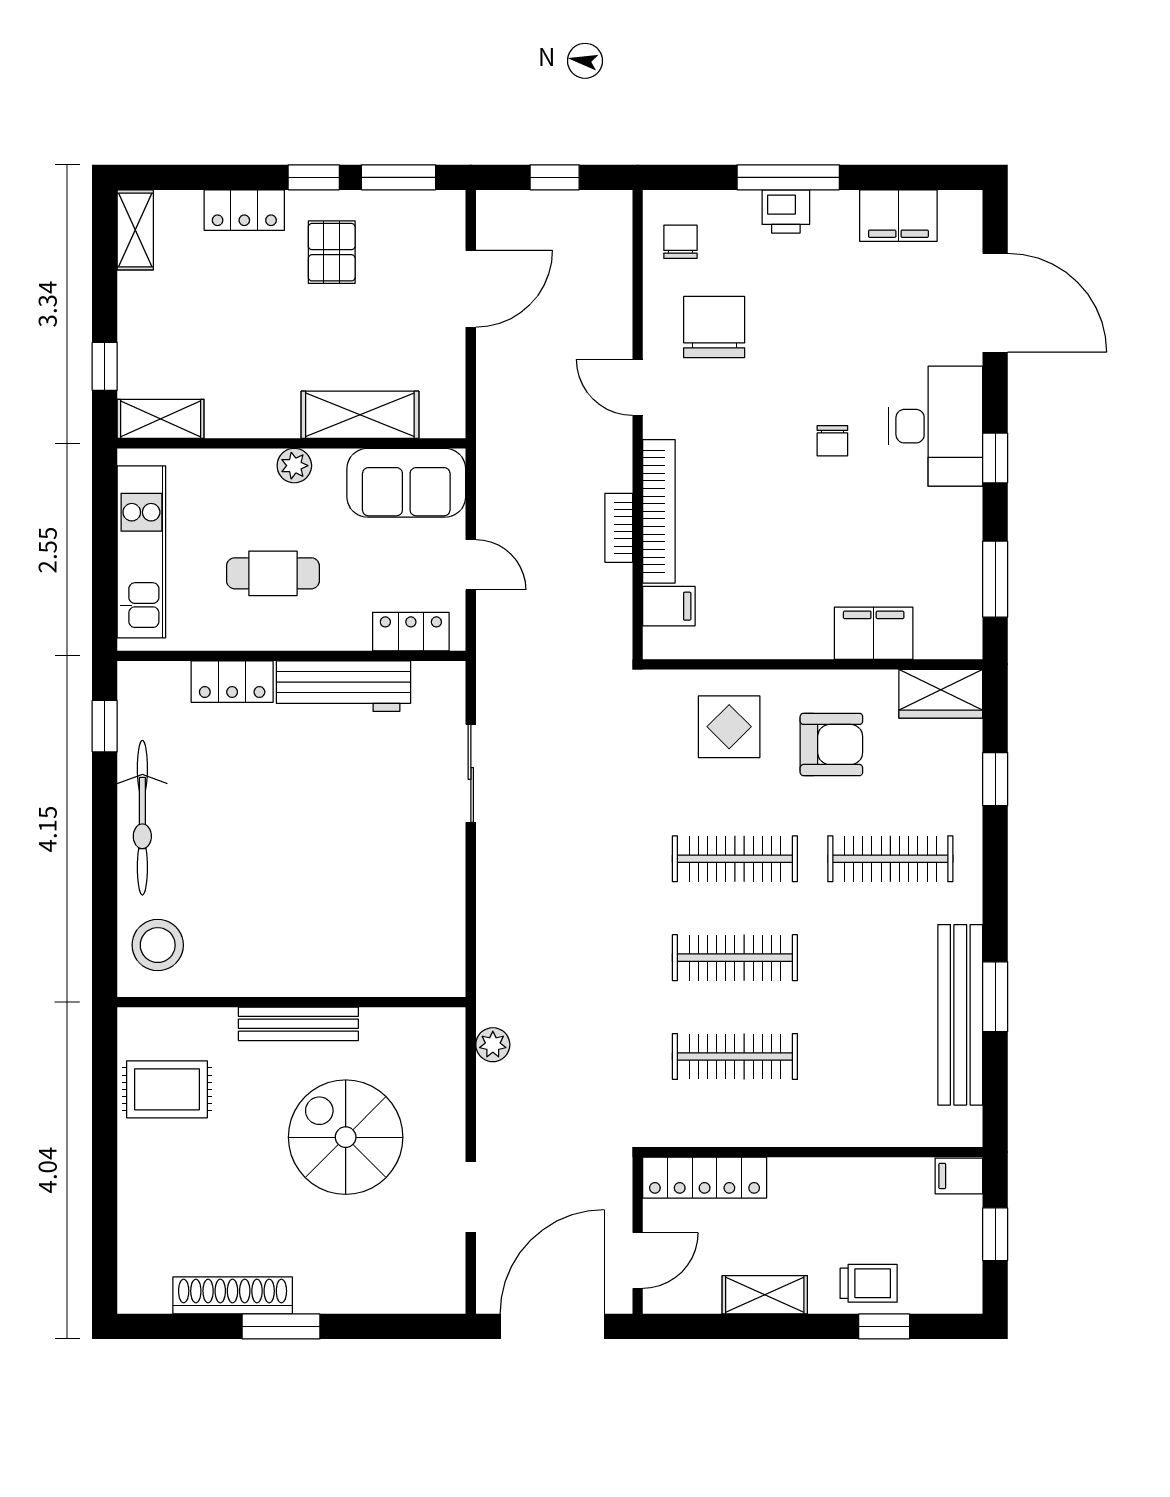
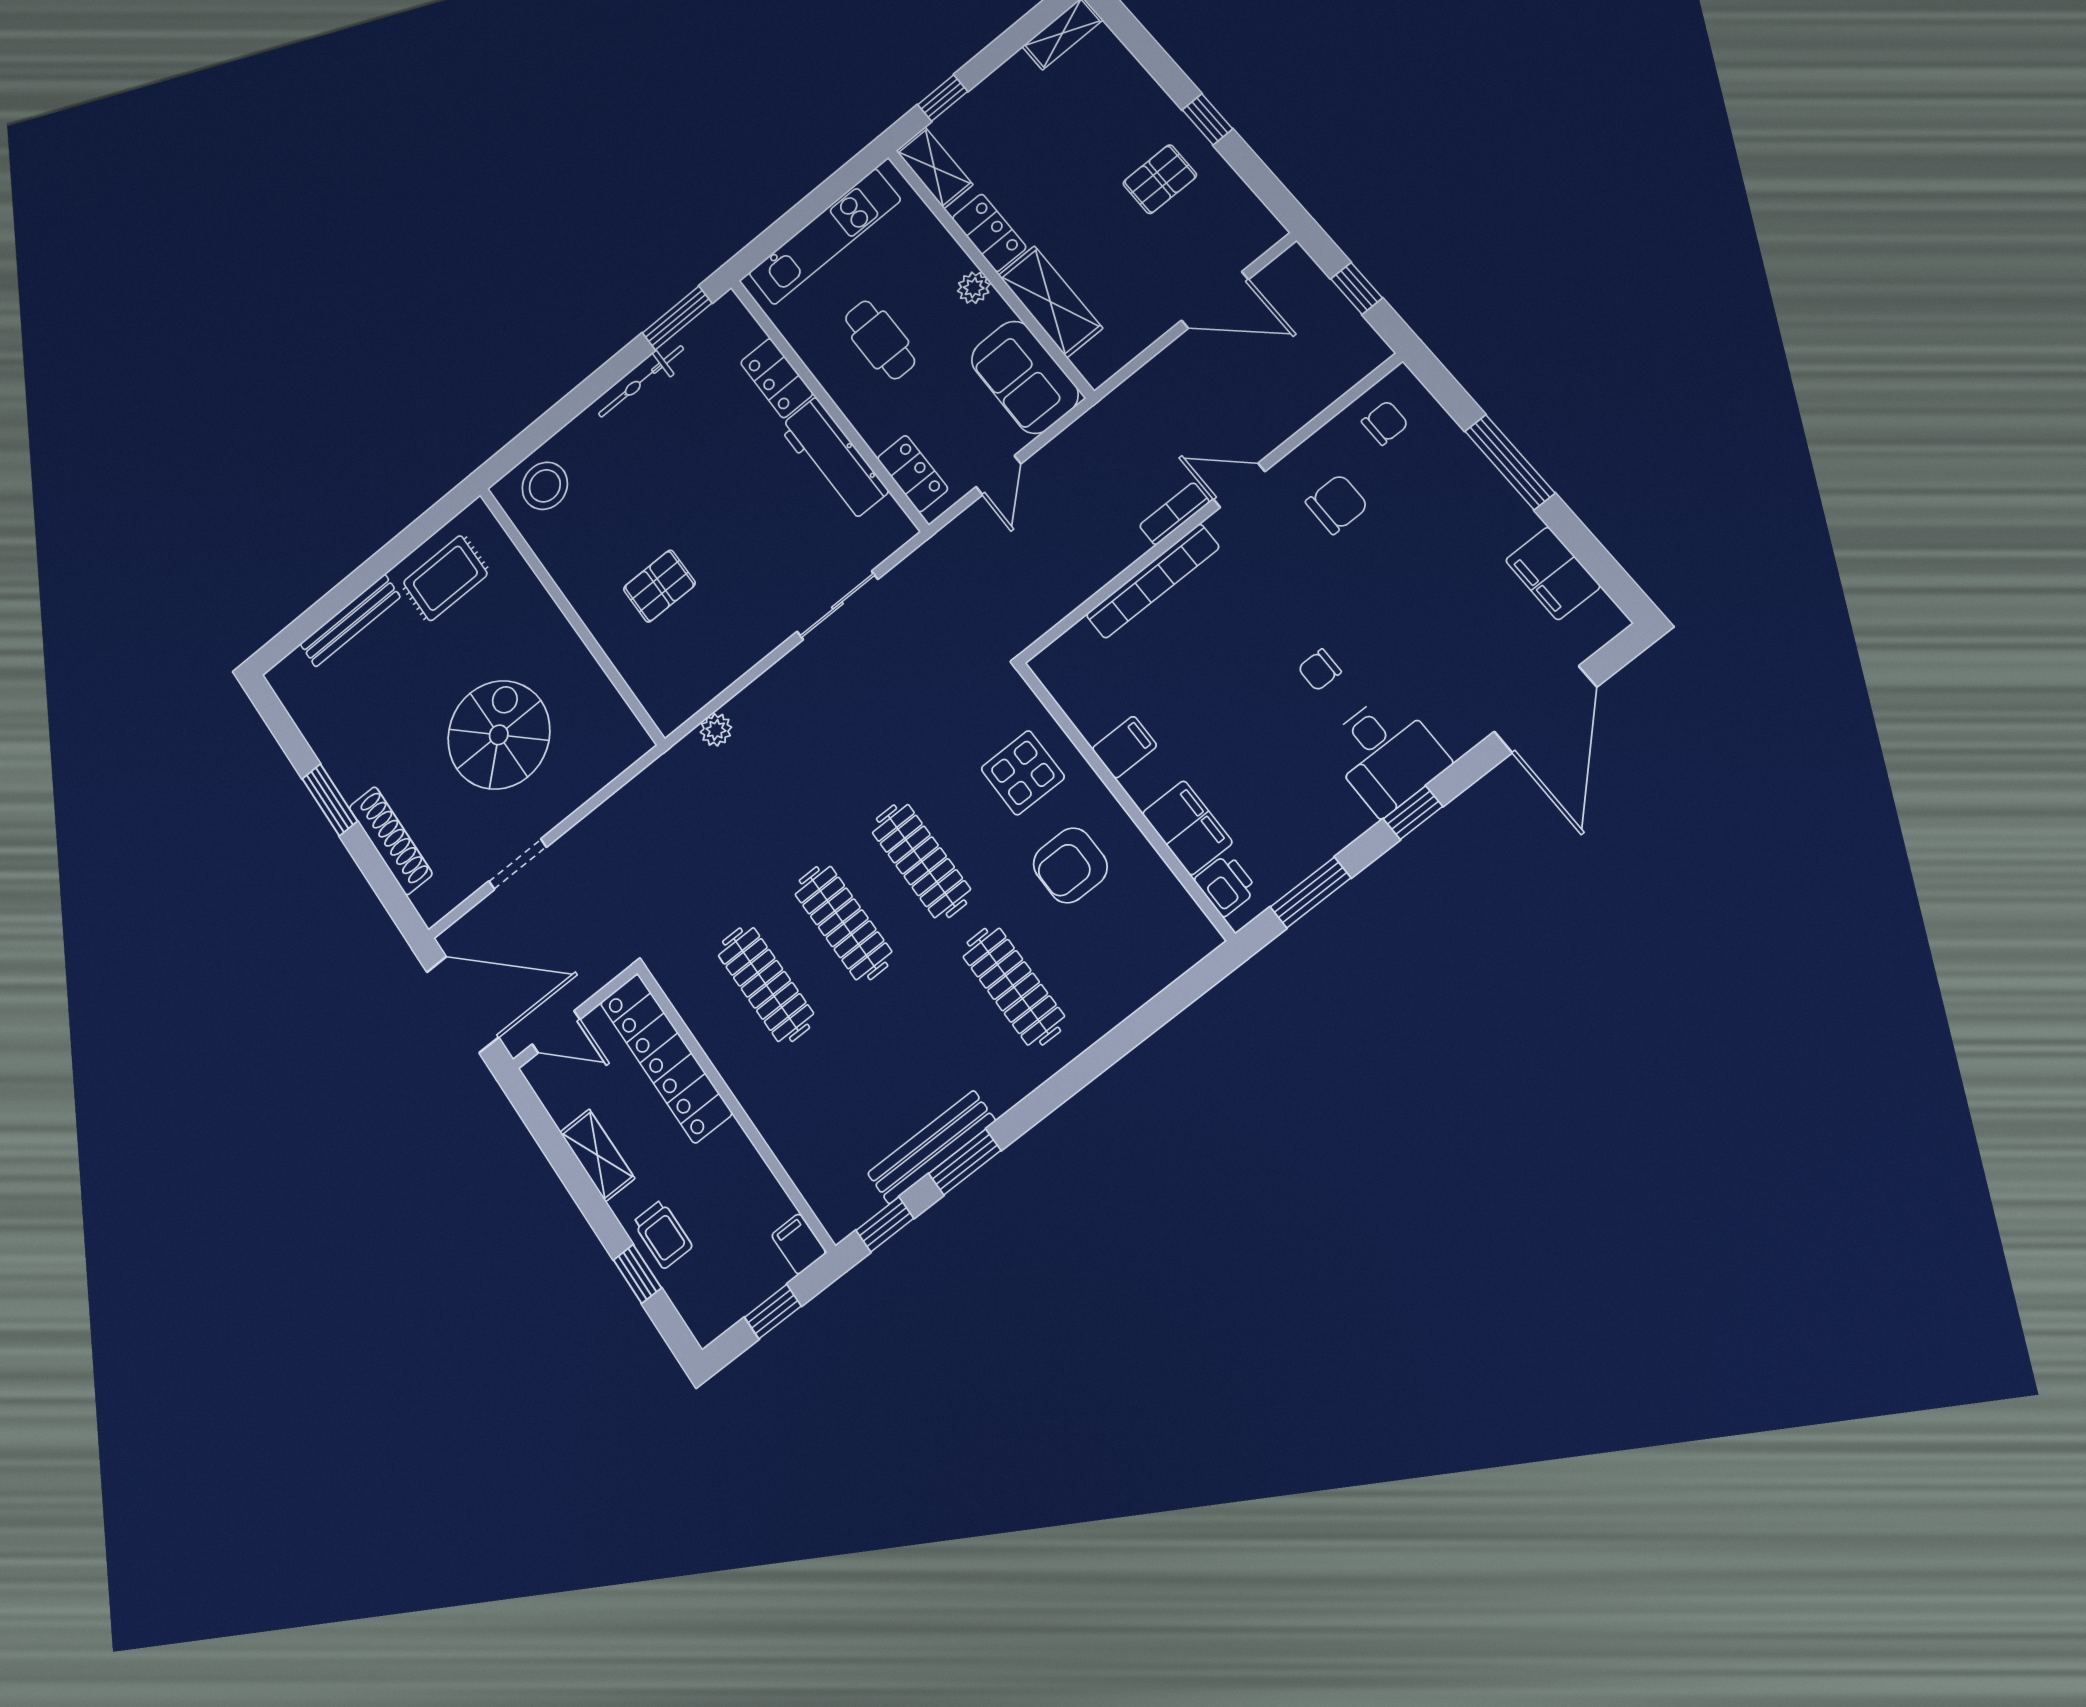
window: (398, 177) -> (1259, 178), removed
locker: (244, 210) -> (989, 233), moved, turned 180
printer: (786, 211) -> (1226, 885), moved, turned 180
chair: (714, 327) -> (1337, 504), width x0.73, depth x0.73
door: (638, 387) -> (1239, 485), hinge flipped
desk: (936, 426) -> (1386, 754), width x0.73
bookcase: (619, 528) -> (1174, 514), moved
filing cabinet: (669, 606) -> (1124, 747), moved, turned -90
wardrobe: (941, 694) -> (1180, 922), removed
window: (105, 726) -> (677, 318), width x1.50
armchair: (831, 744) -> (1070, 865), turned 90
window: (995, 779) -> (885, 1224), moved
bicycle: (142, 818) -> (641, 381), width x0.73, depth x0.71
pallet: (330, 909) -> (659, 586), added
bench: (960, 1015) -> (931, 1147), width x0.73, depth x0.82
bench: (298, 1024) -> (350, 621), moved, turned 90
plant: (493, 1045) -> (716, 730), moved
rug: (167, 1089) -> (445, 578), turned 90
locker: (705, 1178) -> (666, 1058), width x1.41, depth x1.21
shoe rack: (233, 1295) -> (391, 841), moved

